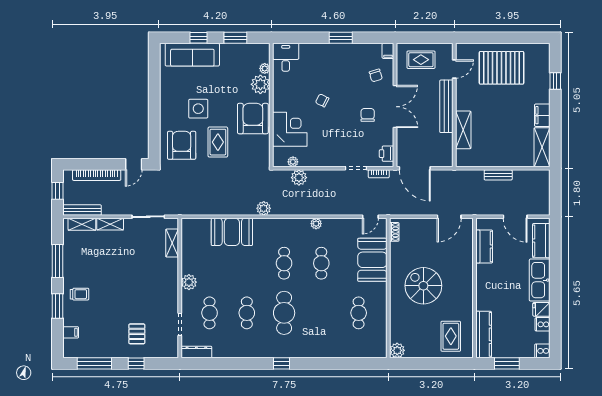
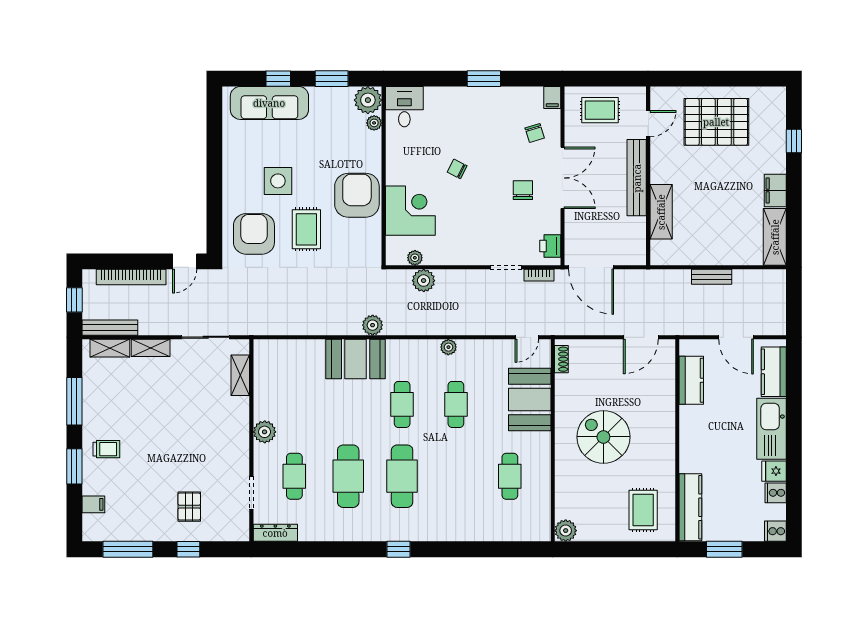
plant: (260, 84) -> (368, 100), moved
booth: (232, 232) -> (356, 359), moved
cafe table: (247, 313) -> (348, 476), width x1.37, depth x1.35

